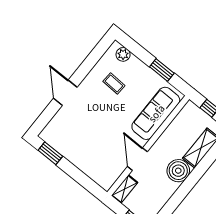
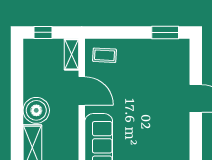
coffee table: (114, 84) -> (105, 55), moved

